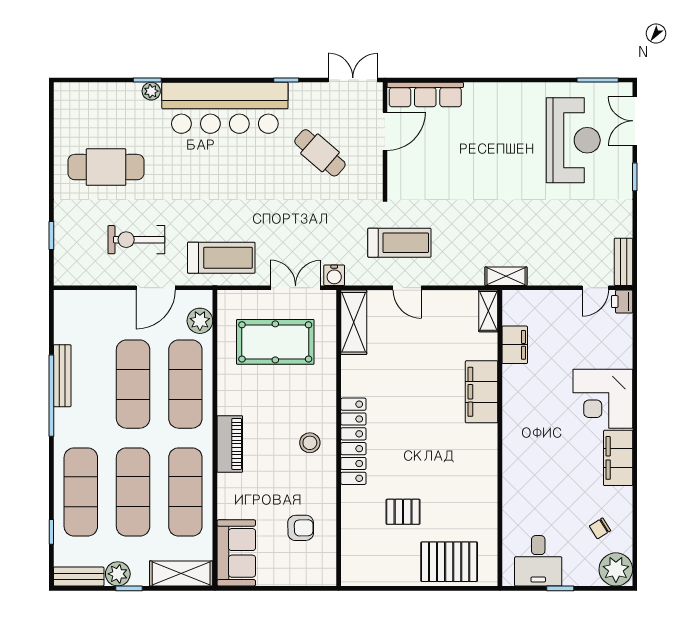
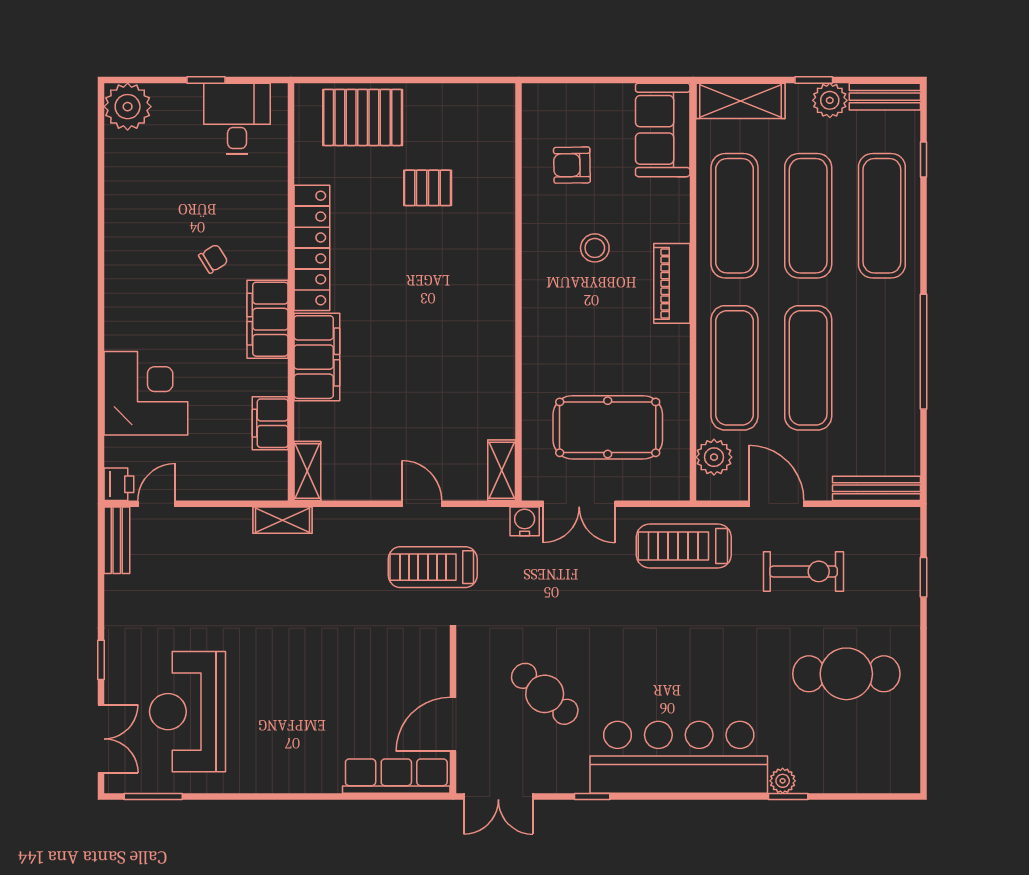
door: (156, 288) -> (776, 504), hinge flipped
shelving: (354, 322) -> (502, 470), width x0.67, depth x0.75
bench: (62, 376) -> (877, 488), moved, turned 90
corner desk: (603, 399) -> (146, 393), moved
locker: (353, 441) -> (312, 248), moved, turned 180
stool: (310, 443) -> (595, 248), moved
filing cabinet: (618, 458) -> (268, 319), moved, turned 180
chair: (600, 528) -> (213, 259), moved

